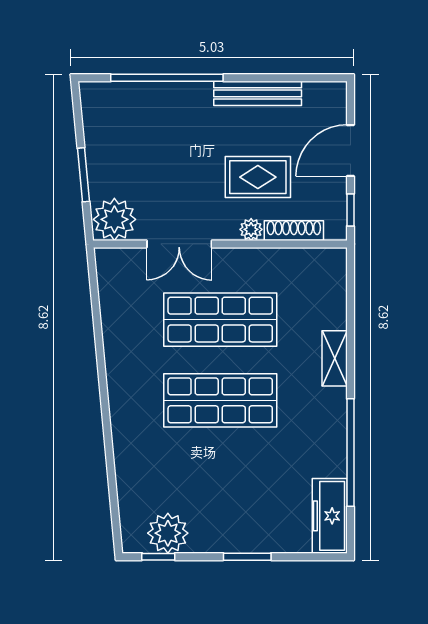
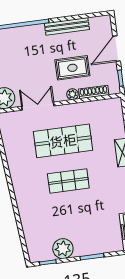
double door: (179, 244) -> (38, 106), swing flipped
shop shelf: (220, 400) -> (68, 181), width x0.70, depth x0.74
plant: (168, 533) -> (63, 249), moved

